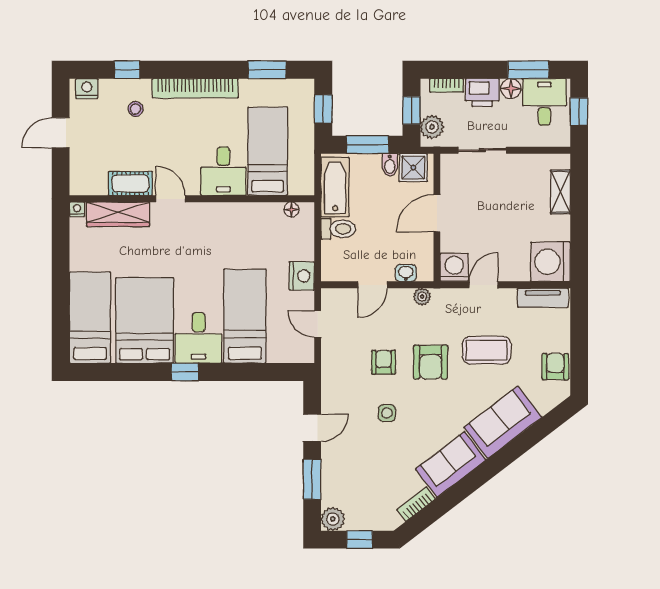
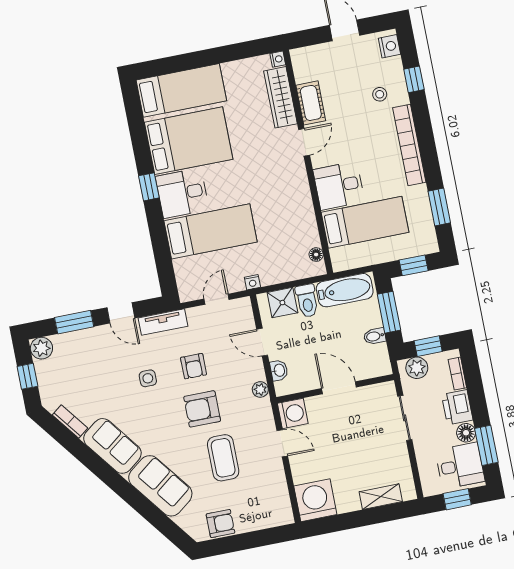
shower: (413, 168) -> (282, 303), moved
nightstand: (302, 276) -> (252, 282), width x0.53, depth x0.56
tv unit: (543, 298) -> (163, 322), moved, turned -90
armchair: (384, 362) -> (194, 366), turned 90

